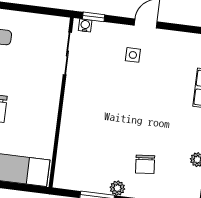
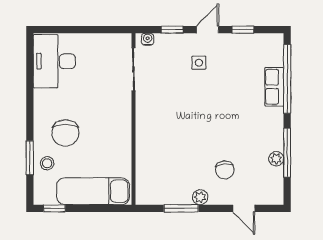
window: (94, 17) -> (172, 30), moved
window: (181, 28) -> (243, 30), added

